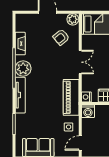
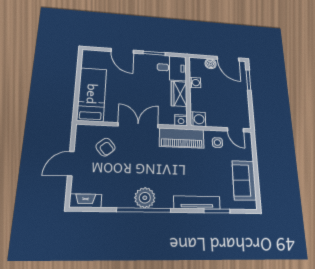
plant: (73, 19) -> (83, 132), removed
fireplace: (20, 44) -> (85, 201), moved
double door: (80, 62) -> (138, 125), width x1.37
tv unit: (20, 95) -> (197, 203), moved

